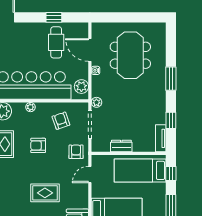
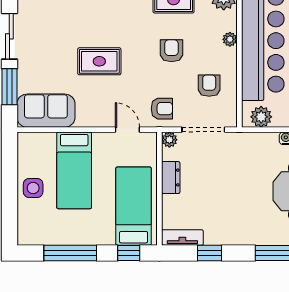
plant: (96, 102) -> (169, 140), moved
armchair: (61, 121) -> (209, 86), turned -71
rug: (45, 193) -> (99, 61), turned 90

